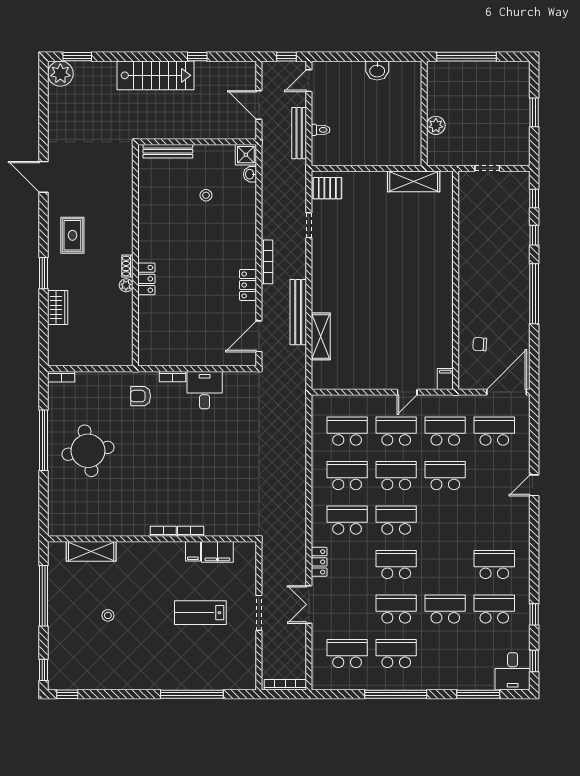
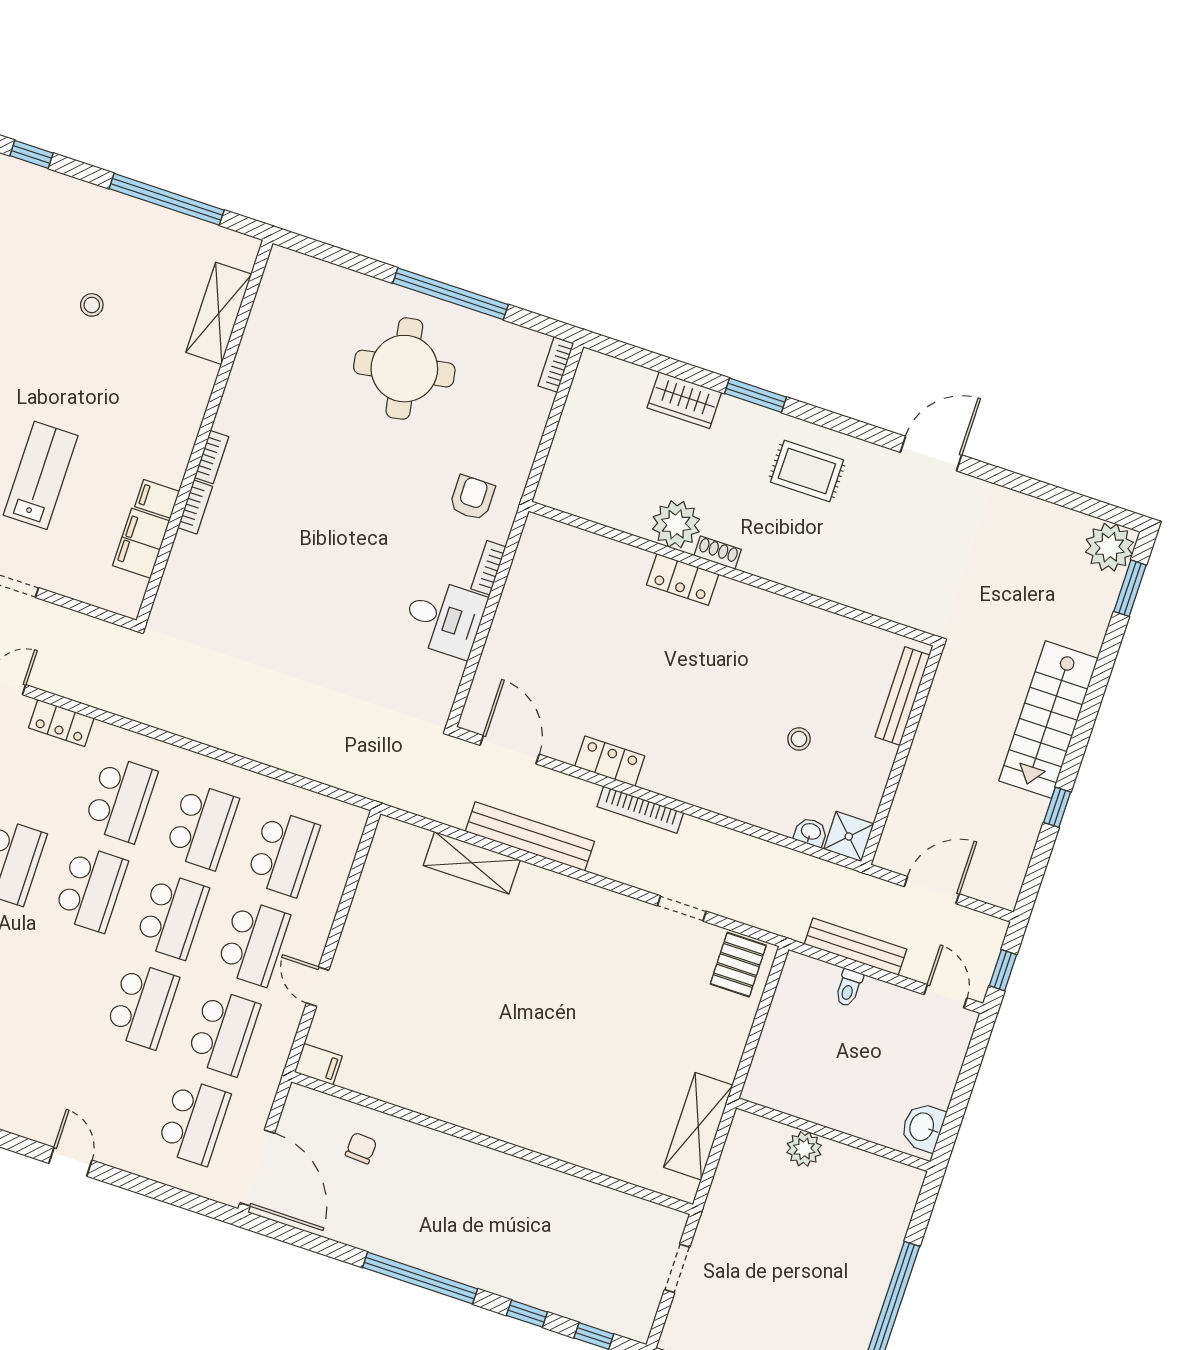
wall: (424, 113) -> (833, 1135), moved
plant: (436, 125) -> (804, 1149), moved
plant: (126, 285) -> (676, 524), width x1.88, depth x1.88

